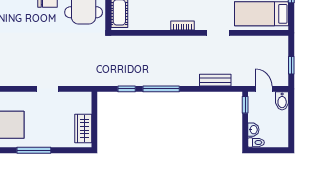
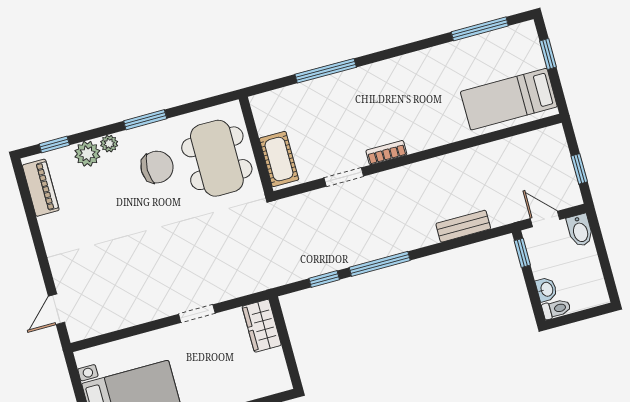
doorway: (218, 33) -> (344, 177), moved
wardrobe: (83, 128) -> (262, 326), moved

